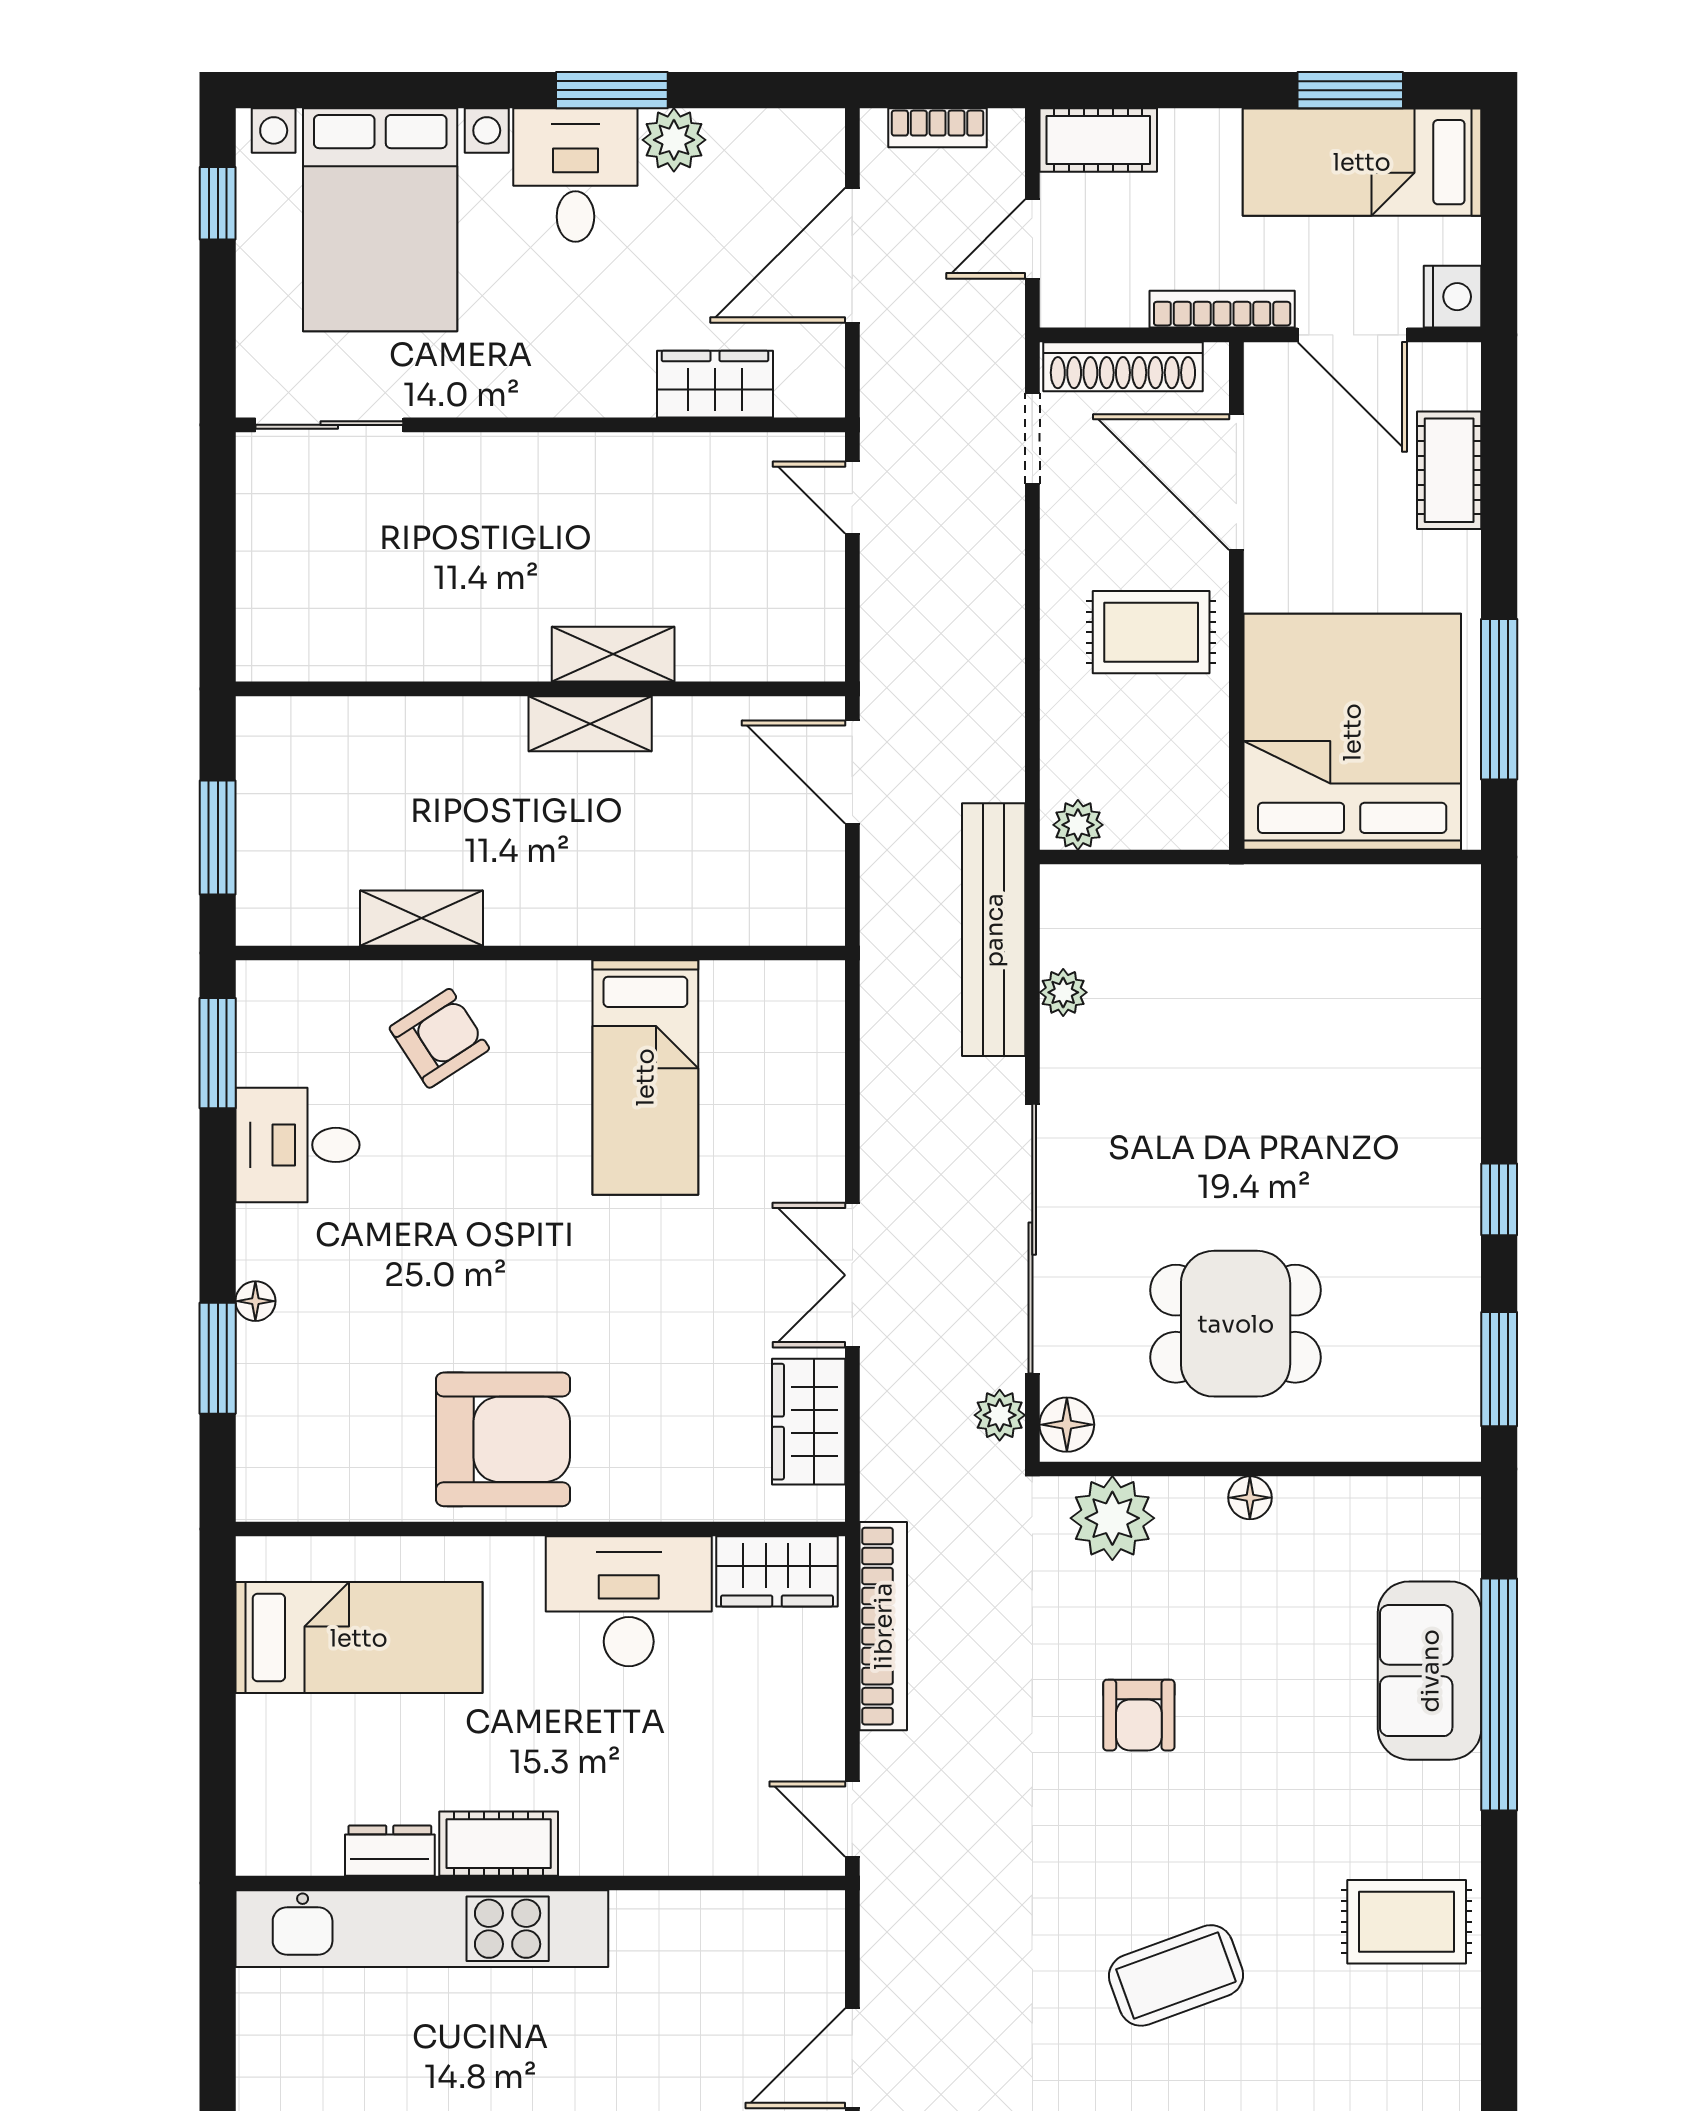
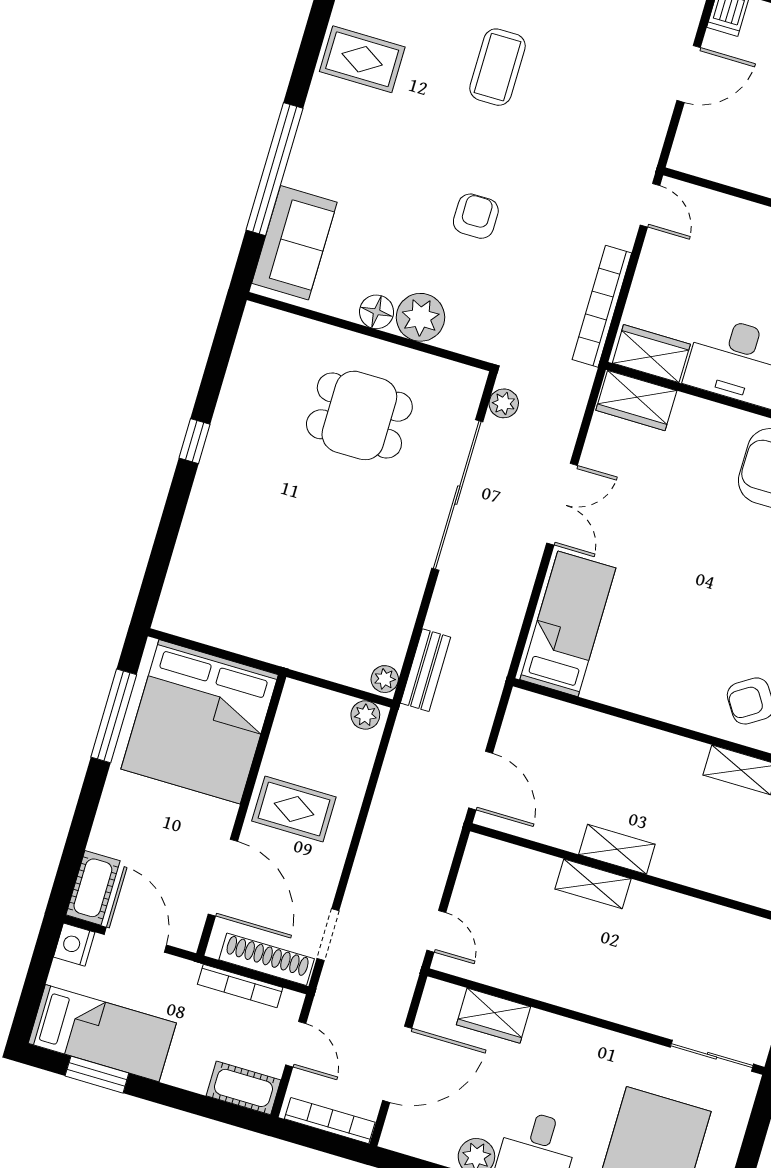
bookcase: (938, 128) -> (330, 1121), width x1.56
door: (1032, 239) -> (296, 1044), hinge flipped
bookcase: (1222, 309) -> (240, 986), moved
cot: (1449, 470) -> (93, 888), moved
bench: (994, 930) -> (426, 670), width x0.54, depth x0.82
plant: (1063, 992) -> (385, 679), moved
bed: (645, 1077) -> (568, 624), moved
window: (1499, 1369) -> (222, 348), removed
wardrobe: (809, 1422) -> (636, 401), moved, turned 90
floor lamp: (1067, 1425) -> (468, 387), removed
floor lamp: (1250, 1498) -> (377, 312), width x1.37, depth x1.37
plant: (1112, 1518) -> (420, 317), moved
sofa: (1430, 1671) -> (294, 243), moved
coffee table: (1176, 1975) -> (497, 67), turned -70

